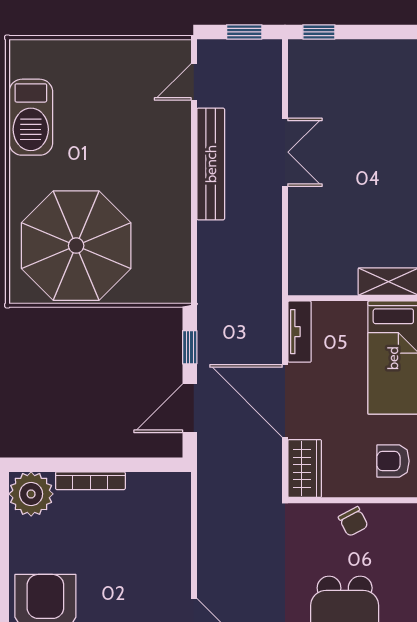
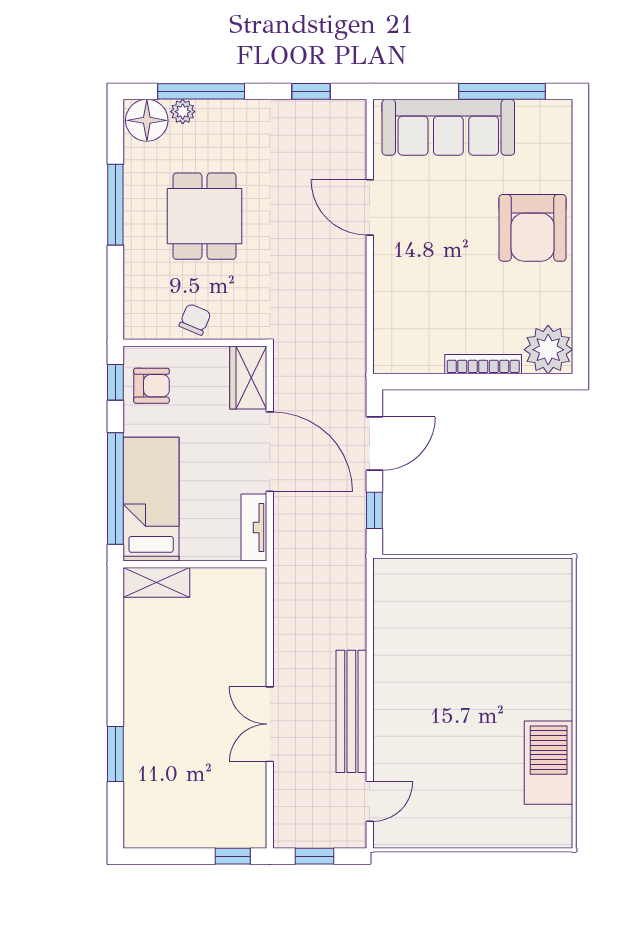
parasol: (76, 246) -> (499, 622), removed
chair: (353, 521) -> (195, 319), turned 51

